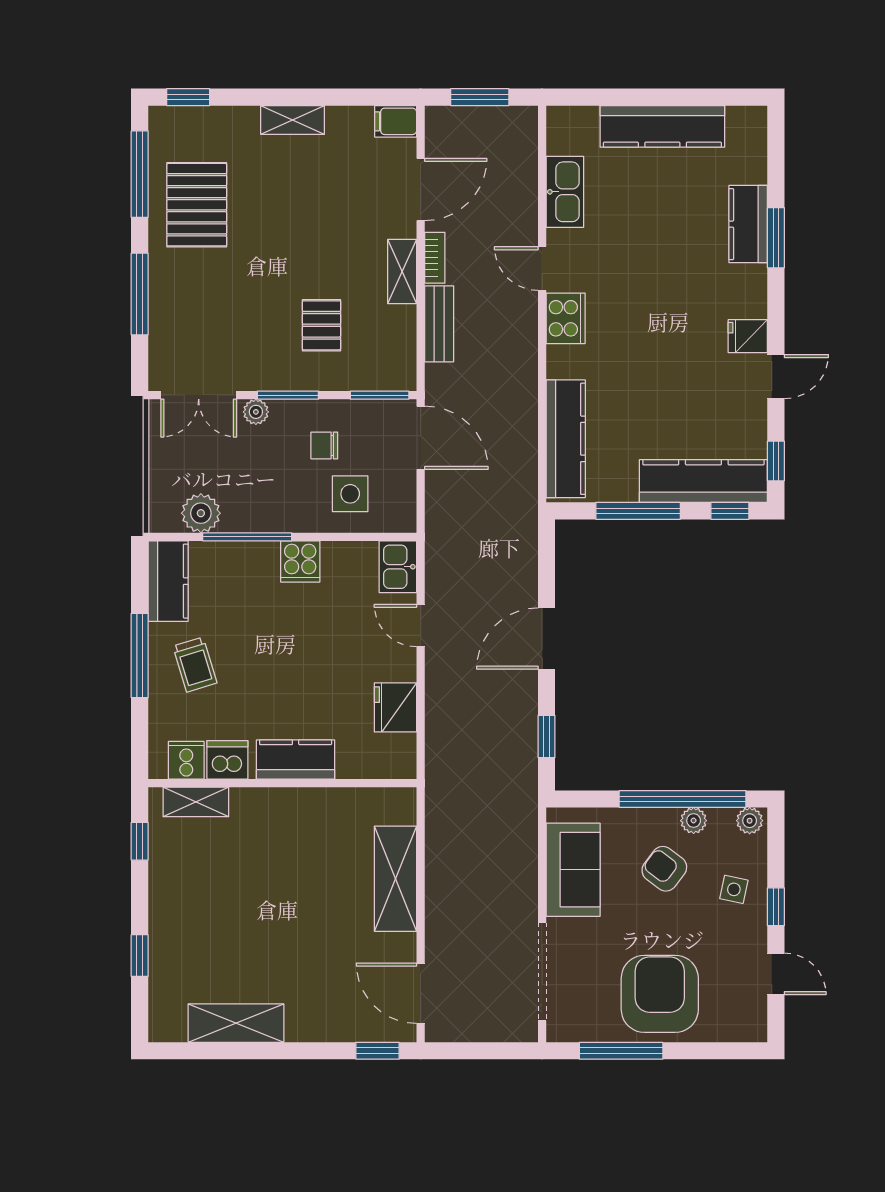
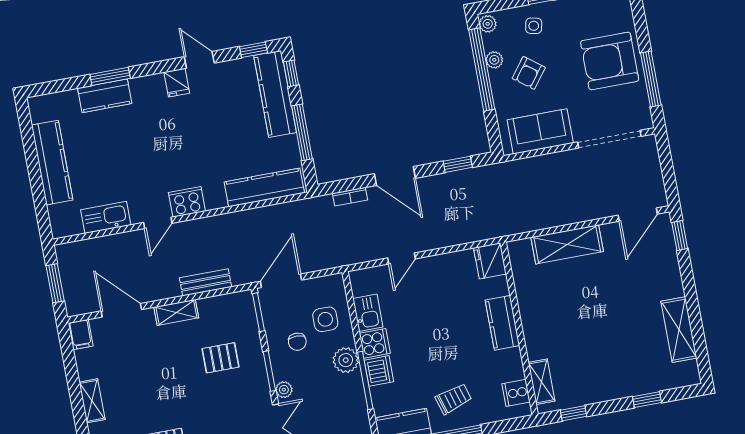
bookcase: (435, 258) -> (350, 197), moved, turned 180
plant: (201, 513) -> (346, 360), moved
kitchen sink: (398, 567) -> (368, 313), moved, turned -90
fridge: (395, 707) -> (490, 261), moved, turned 90
dishwasher: (227, 760) -> (379, 371), moved, turned 180

